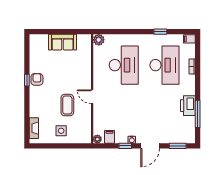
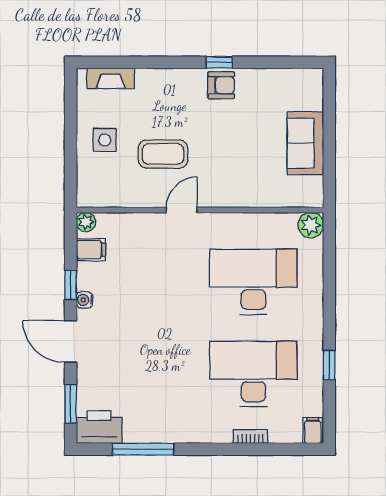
desk: (124, 65) -> (253, 282), turned 180
desk: (164, 65) -> (253, 374), turned 180
printer: (188, 106) -> (99, 427), moved

